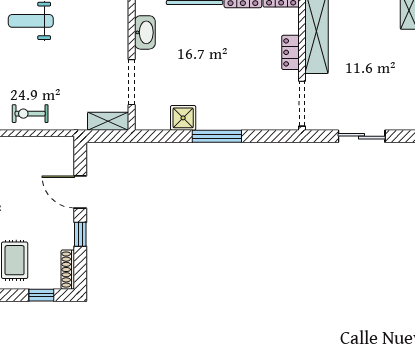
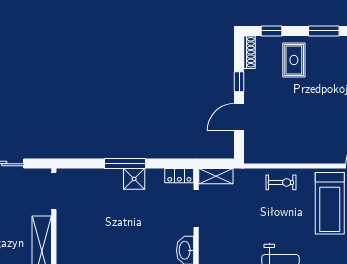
locker: (290, 52) -> (179, 176), moved, turned 90
shower: (183, 118) -> (134, 179), moved
door: (80, 192) -> (239, 117), swing flipped

